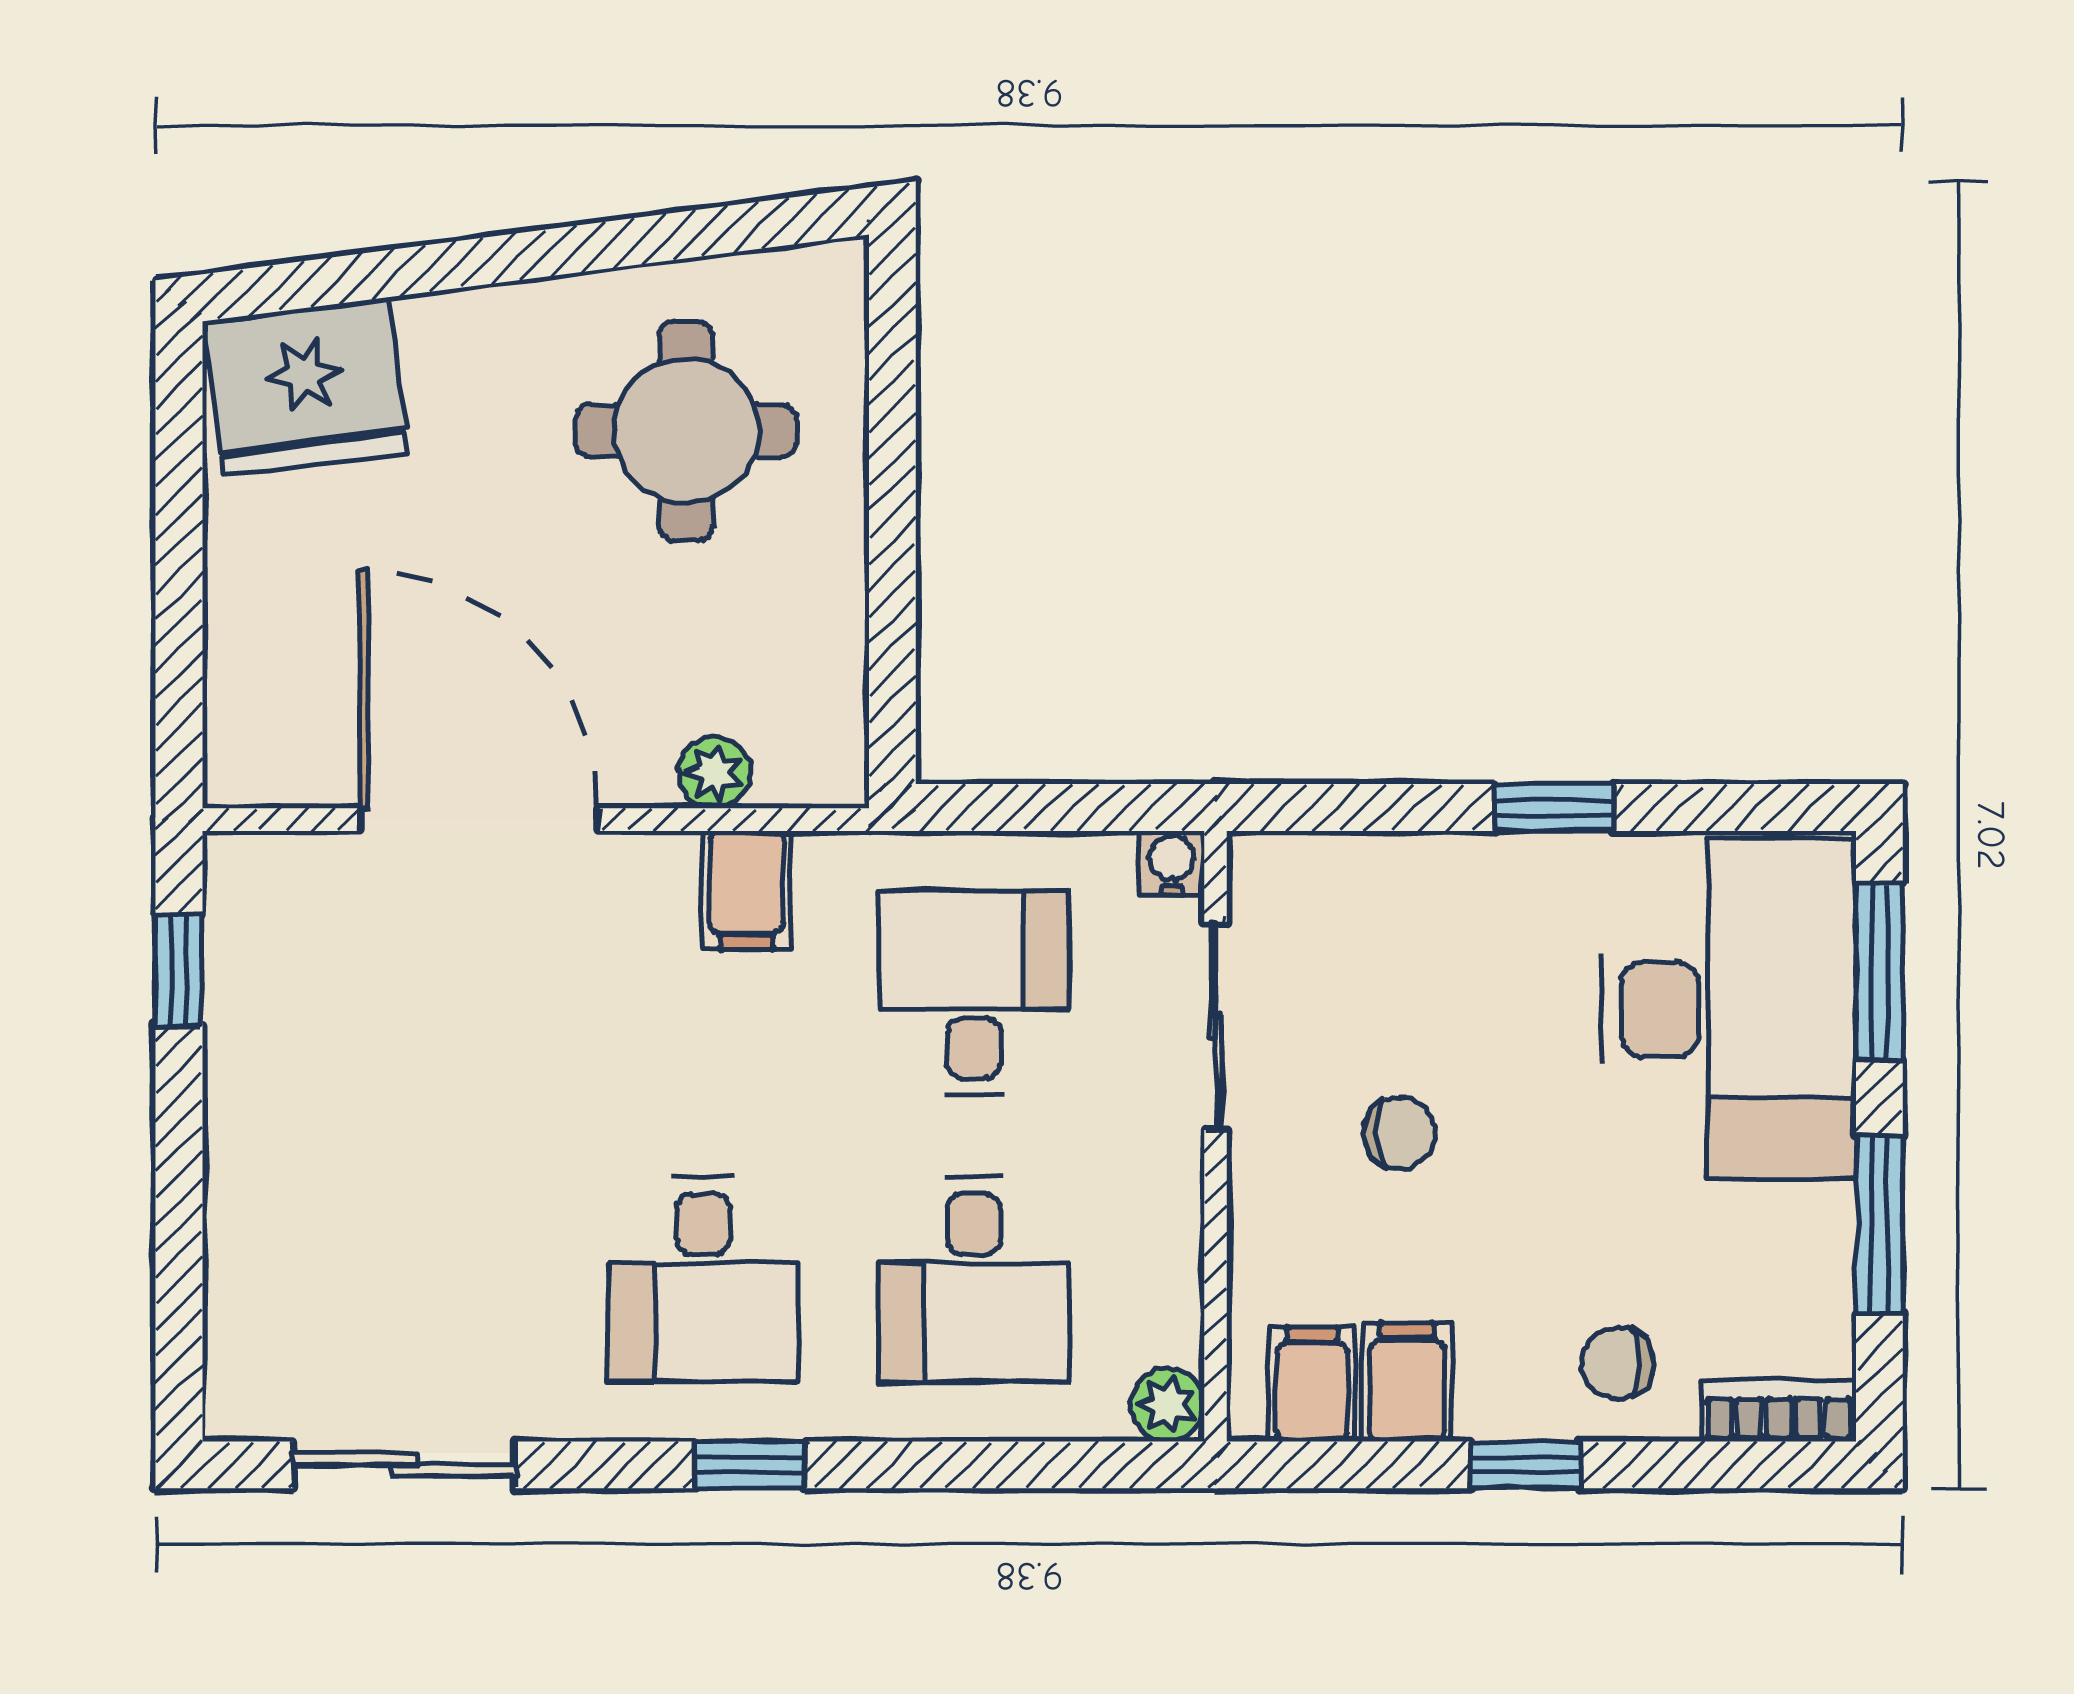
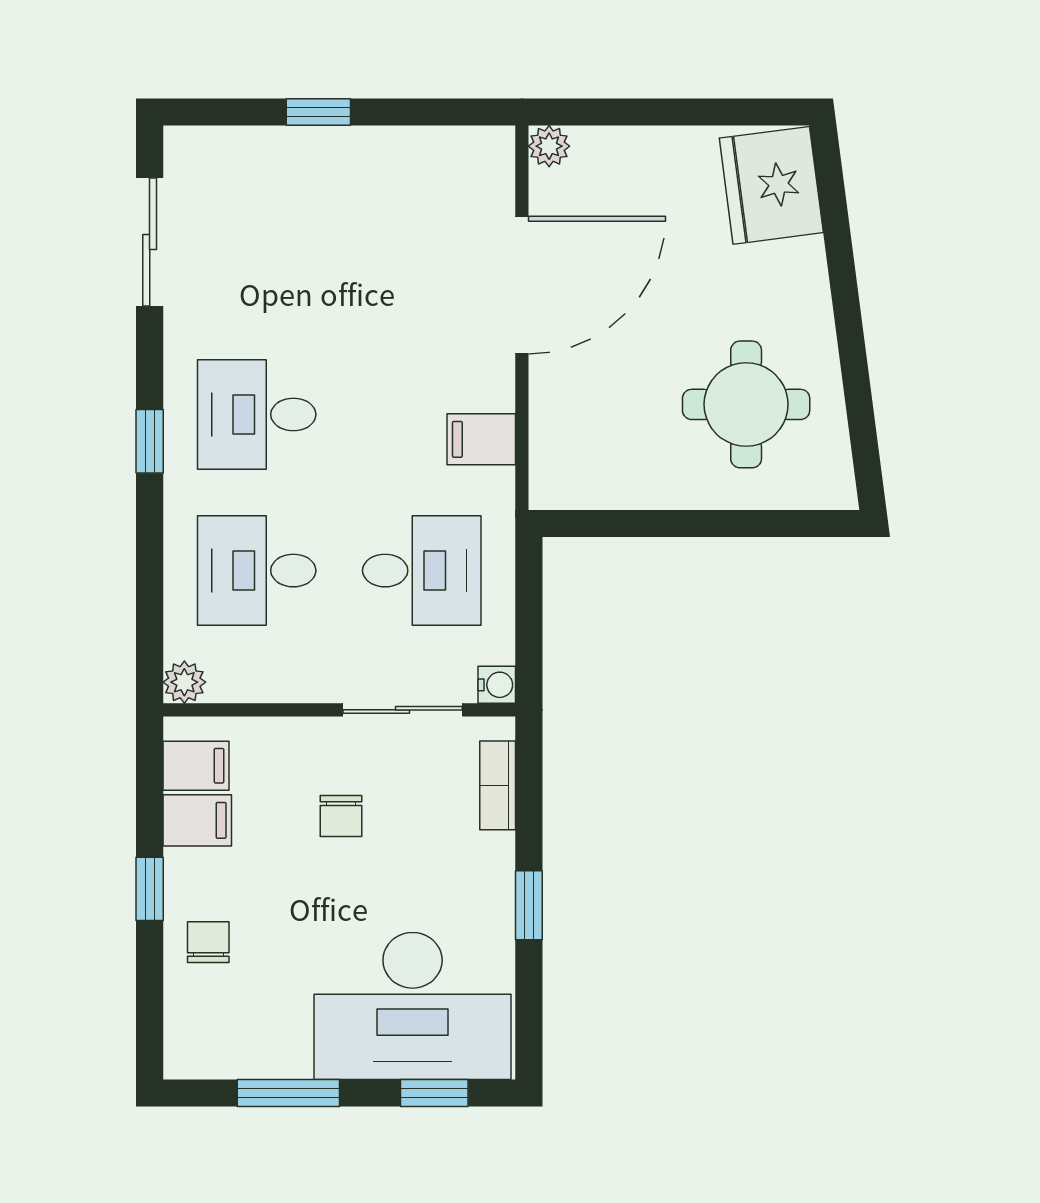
plant: (714, 773) -> (549, 146), moved
window: (179, 970) -> (318, 112), moved
window: (1879, 972) -> (434, 1093), width x0.67
bookcase: (1779, 1411) -> (498, 785), moved, turned 180

